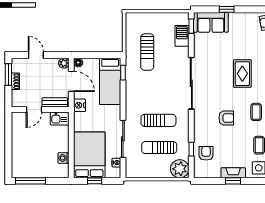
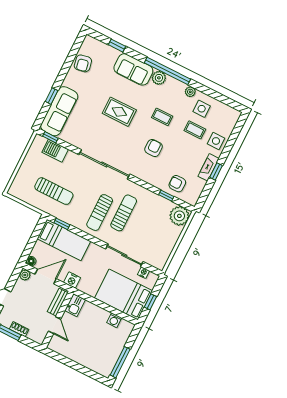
sofa: (211, 22) -> (59, 111), width x1.36
sun lounger: (159, 148) -> (100, 213), moved

